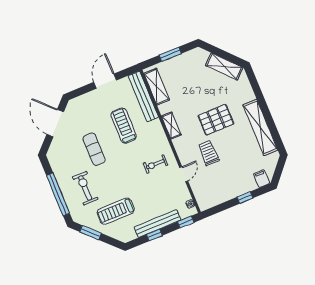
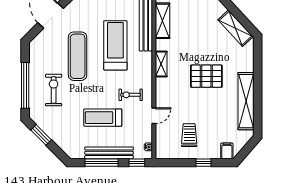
treadmill: (124, 126) -> (115, 45), width x1.37, depth x1.38
exercise mat: (94, 149) -> (78, 56), width x1.36, depth x1.45
trolley: (209, 153) -> (189, 135), moved
treadmill: (116, 211) -> (103, 118), moved
window: (154, 235) -> (102, 163), width x2.17

